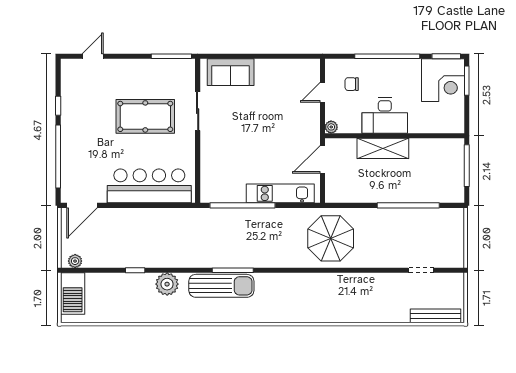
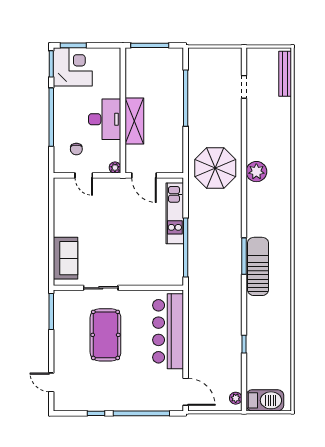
plant: (167, 284) -> (256, 172), moved

